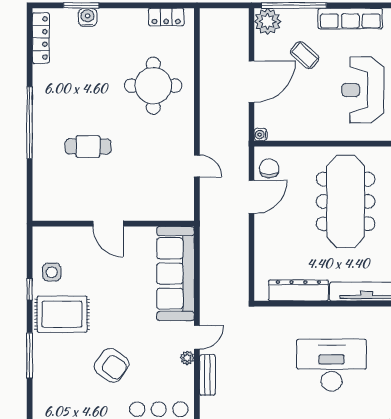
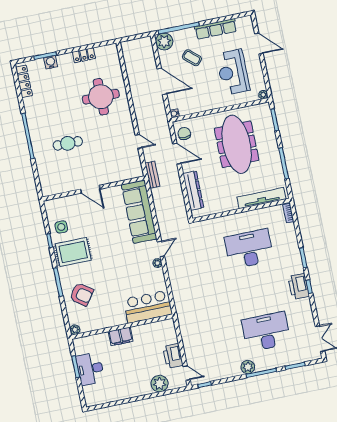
locker: (166, 17) -> (84, 55), moved
door: (251, 82) -> (162, 81), hinge flipped
door: (251, 197) -> (177, 154), hinge flipped
dresser: (298, 290) -> (193, 191), moved, turned 90
armchair: (111, 365) -> (82, 294), moved
bench: (207, 375) -> (152, 175), moved

